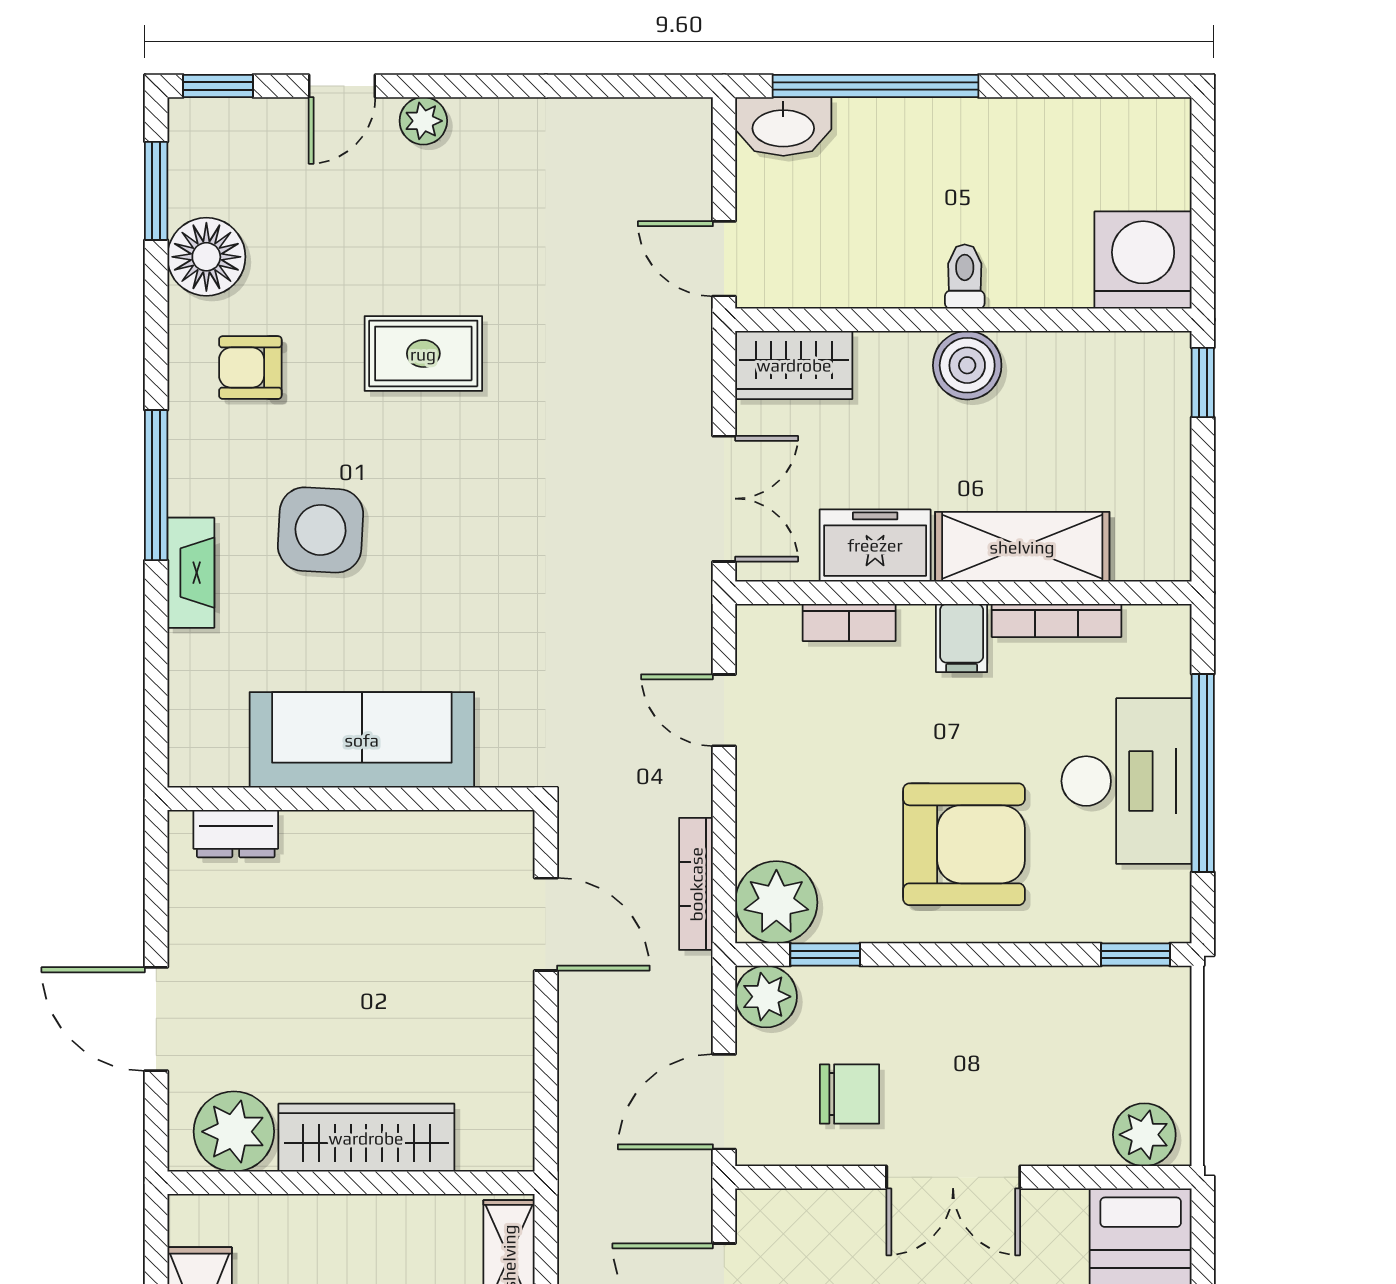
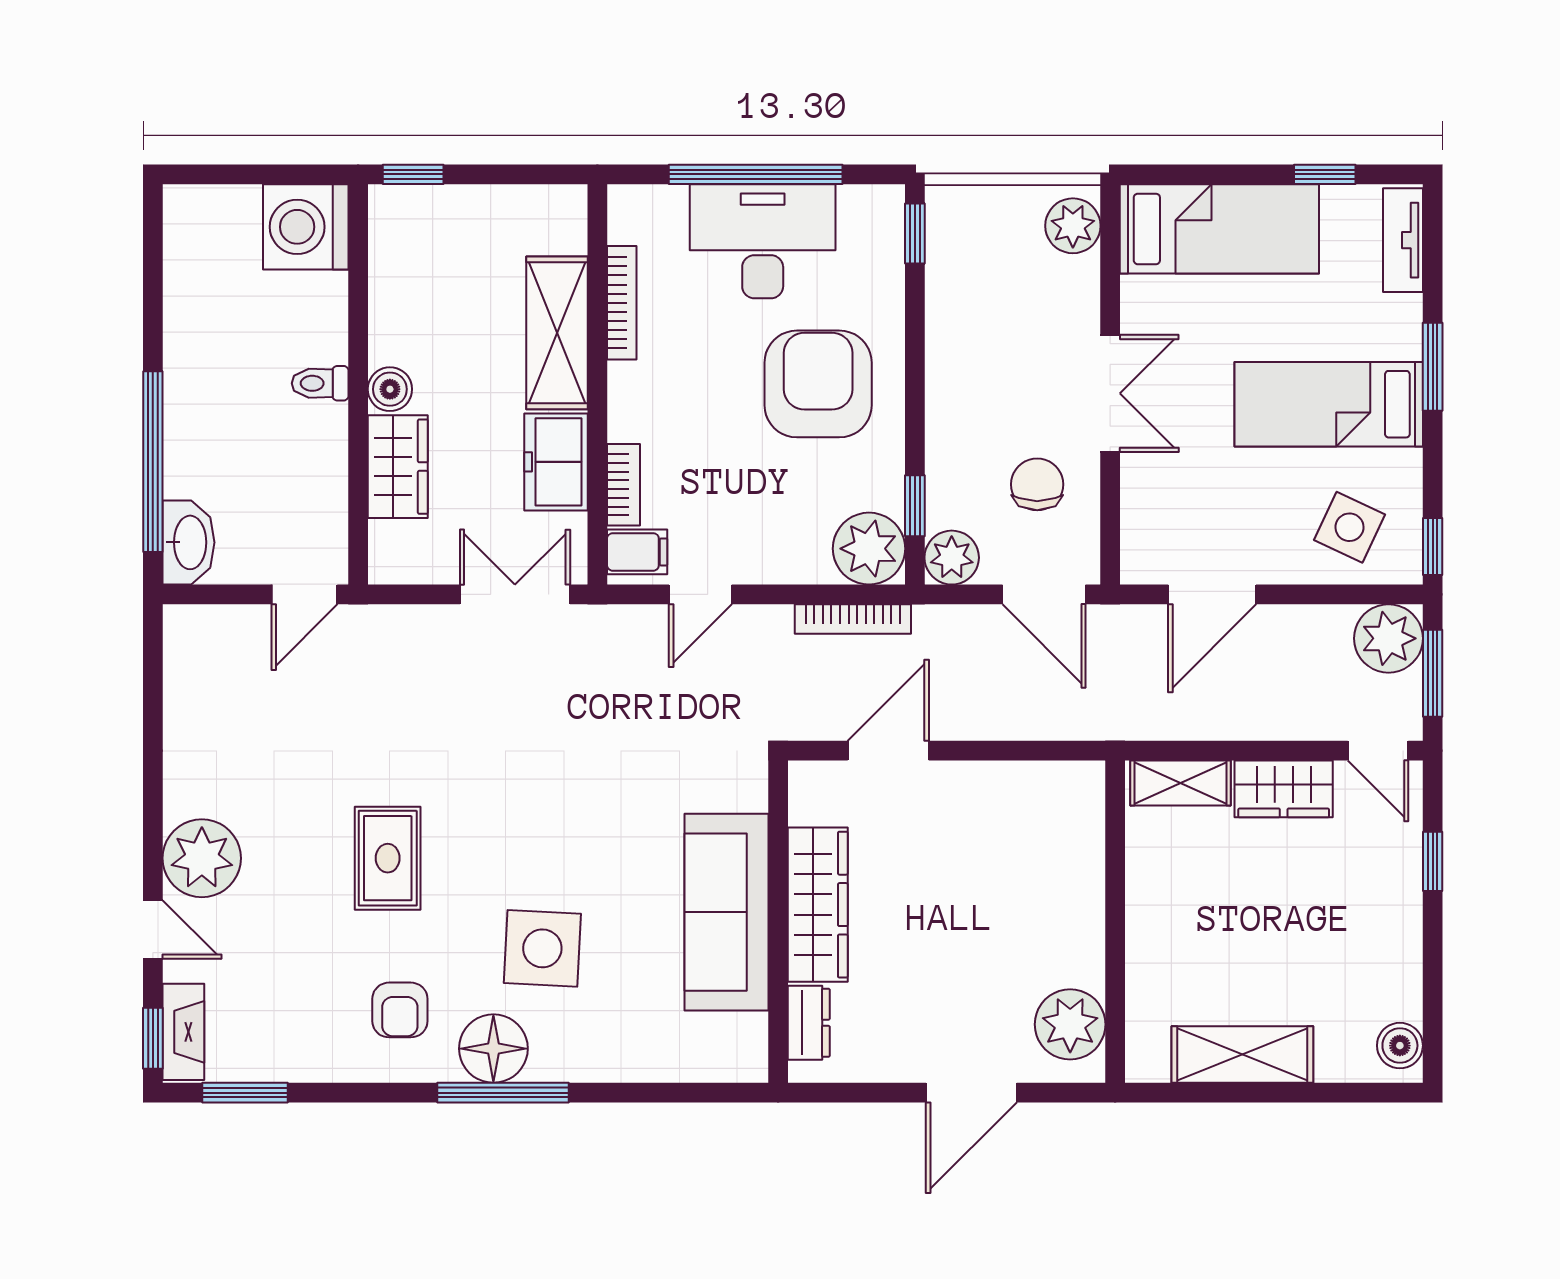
plant: (423, 121) -> (202, 858), width x1.88, depth x1.88
floor lamp: (206, 257) -> (493, 1049), moved
wardrobe: (794, 365) -> (398, 467), moved
boiler: (967, 365) -> (390, 389), width x0.73, depth x0.73
fireplace: (191, 573) -> (183, 1032), moved, turned 90
filing cabinet: (962, 638) -> (637, 552), moved
wardrobe: (366, 1138) -> (818, 905), moved, turned 180

